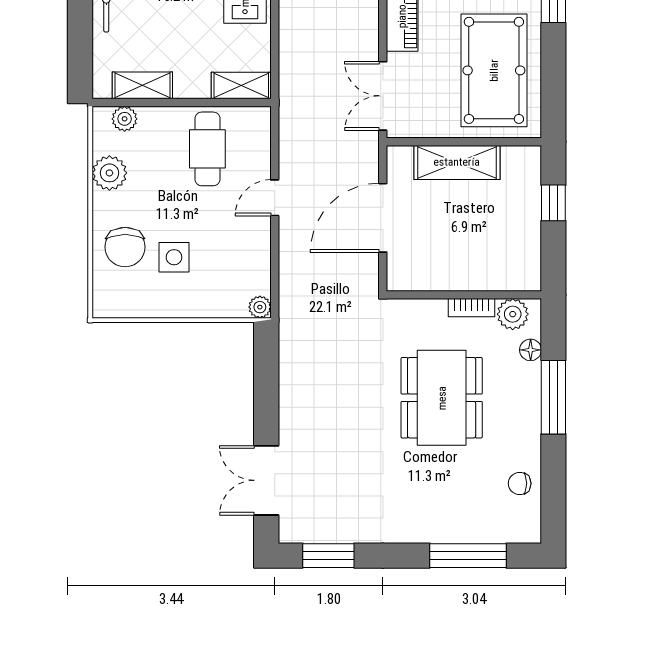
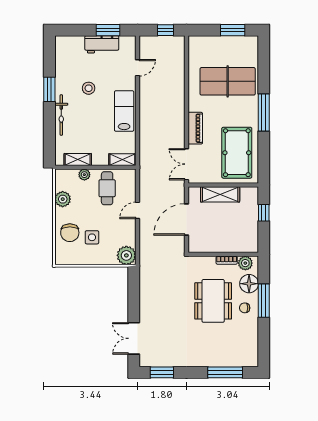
plant: (125, 119) -> (84, 175), moved
plant: (260, 307) -> (126, 255), width x1.87, depth x1.87
floor lamp: (531, 350) -> (249, 284), width x1.89, depth x1.89
chair: (520, 483) -> (245, 308), moved

